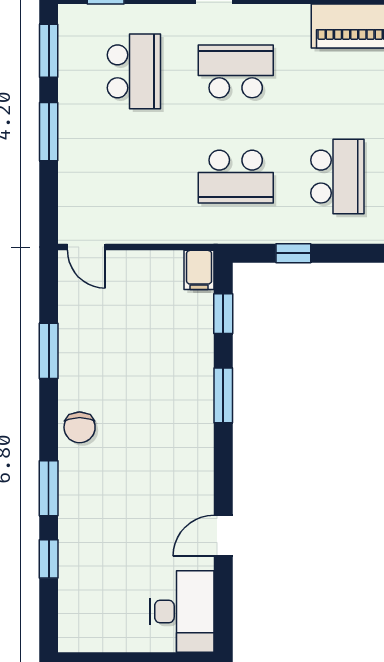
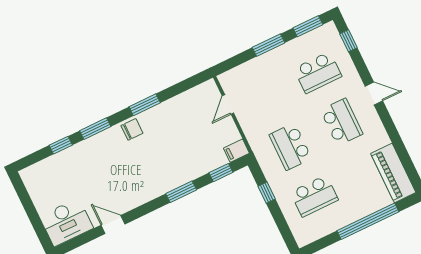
door: (86, 247) -> (228, 104), moved
window: (49, 351) -> (145, 105), moved
chair: (80, 427) -> (132, 129), turned 180

